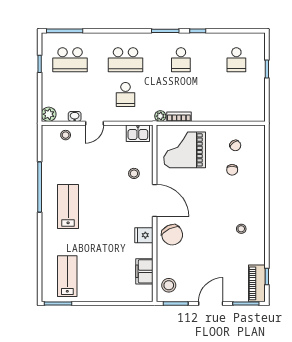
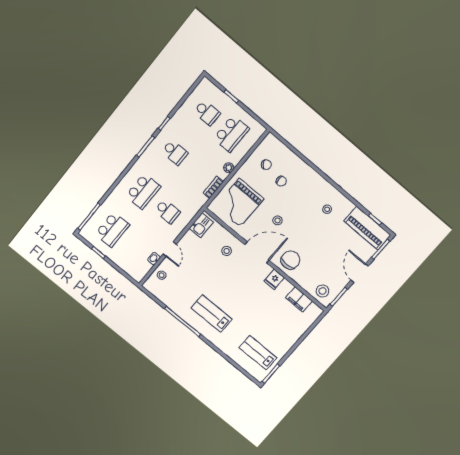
school desk: (236, 94) -> (231, 134), added
plant: (49, 114) -> (138, 275), removed
plant: (160, 116) -> (229, 168), moved
stool: (197, 195) -> (278, 220), added
chair: (172, 235) -> (290, 260), turned -64
piano: (257, 283) -> (367, 228), width x1.37, depth x1.33

